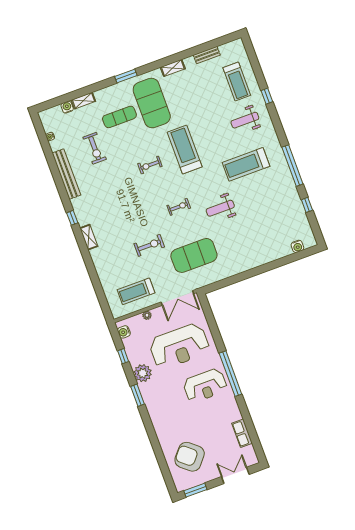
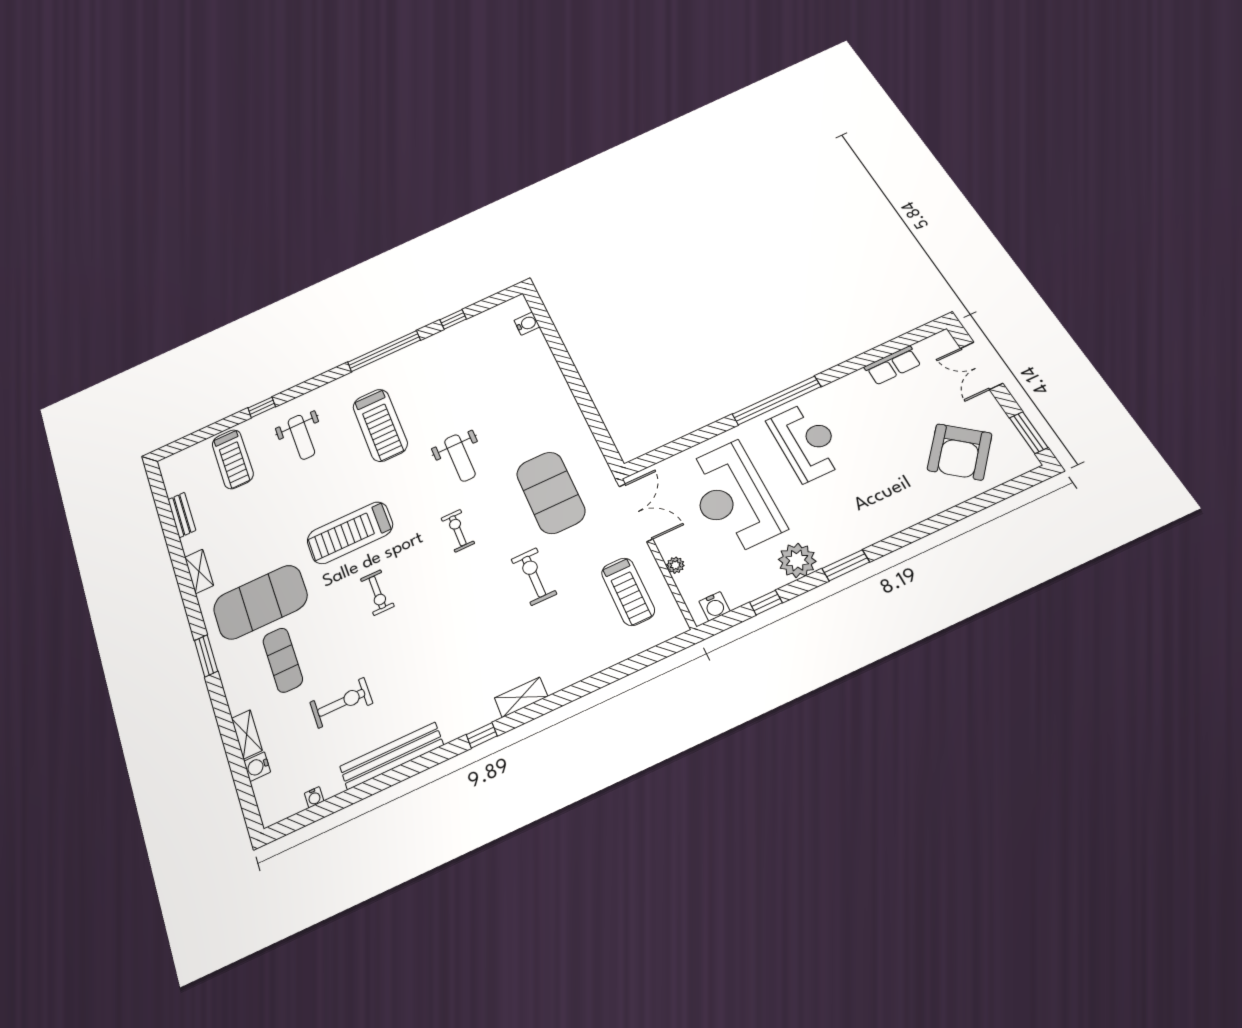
treadmill: (237, 82) -> (233, 459), turned 90
reception desk: (179, 346) -> (732, 498), turned 180

